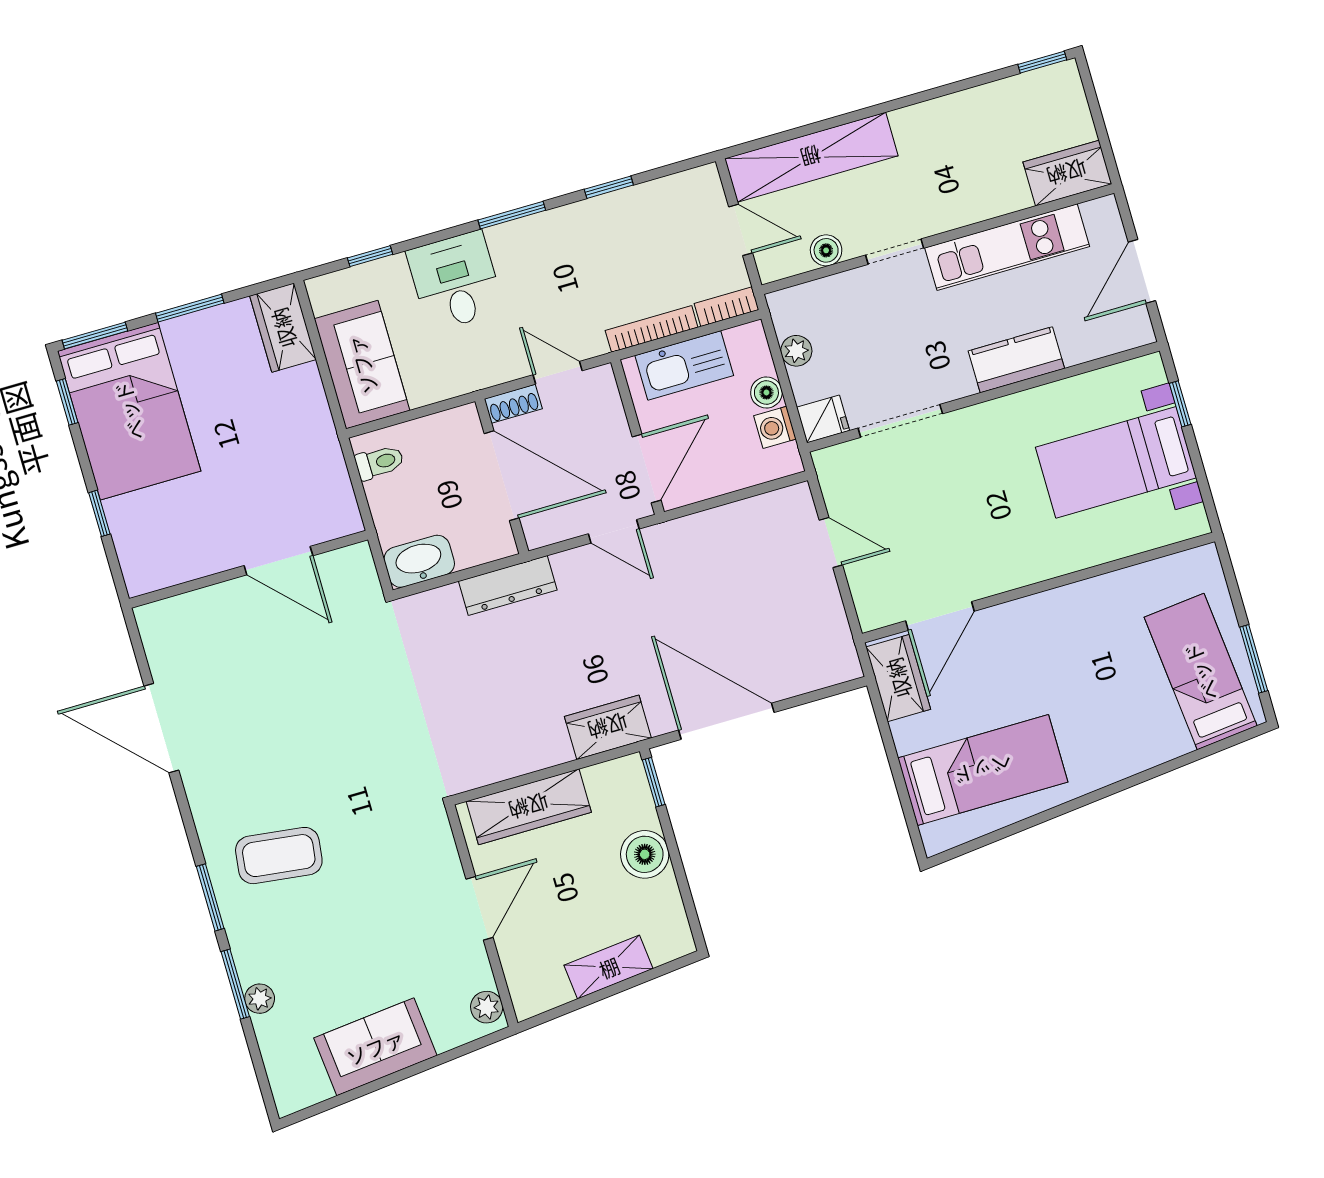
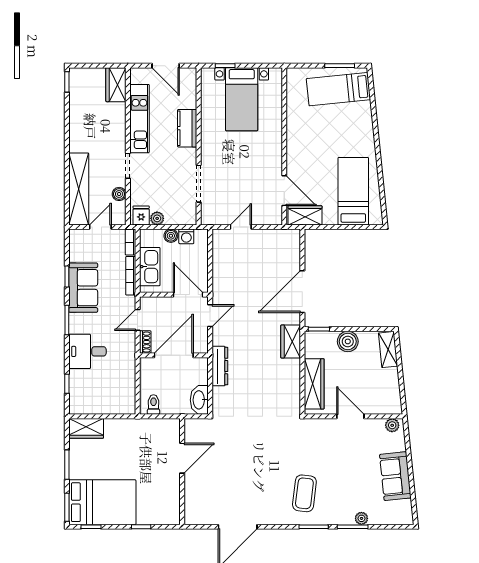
sofa: (362, 365) -> (83, 288), moved, turned 90
fridge: (823, 419) -> (141, 215), moved
shelving: (609, 967) -> (388, 350), moved

